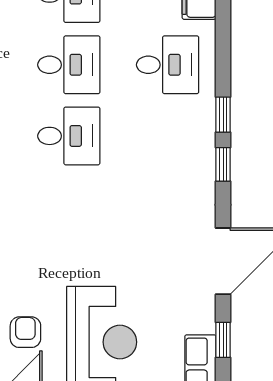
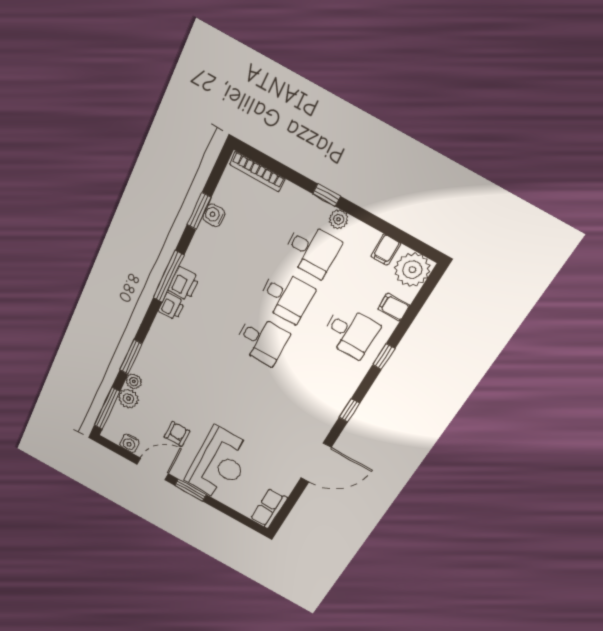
window: (223, 115) -> (384, 357), moved
window: (223, 340) -> (291, 502), removed

